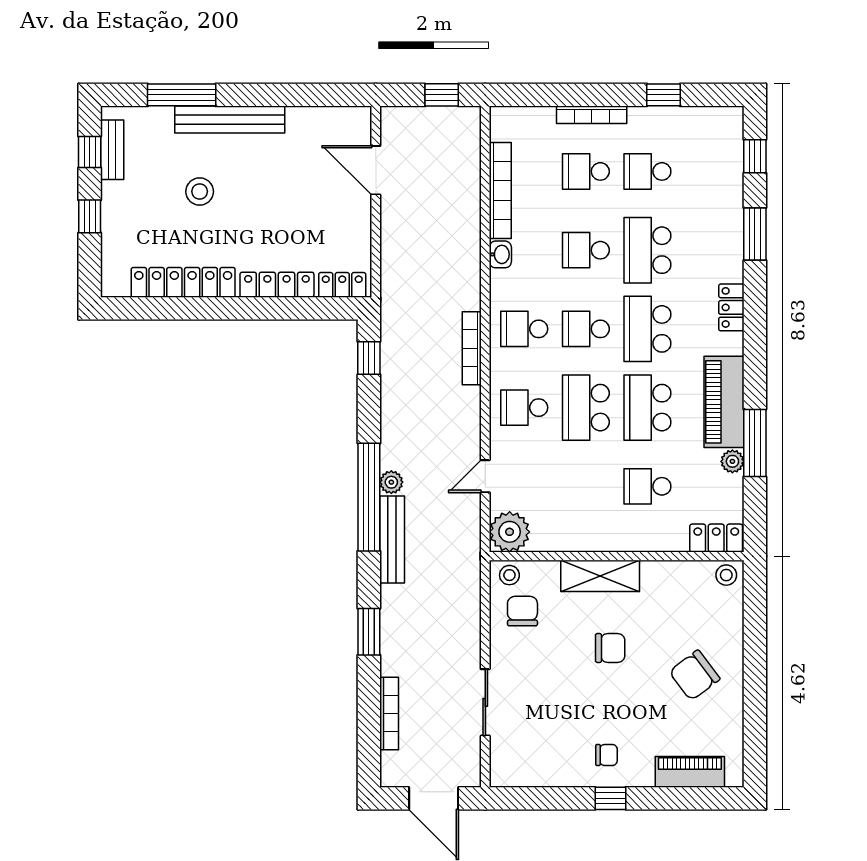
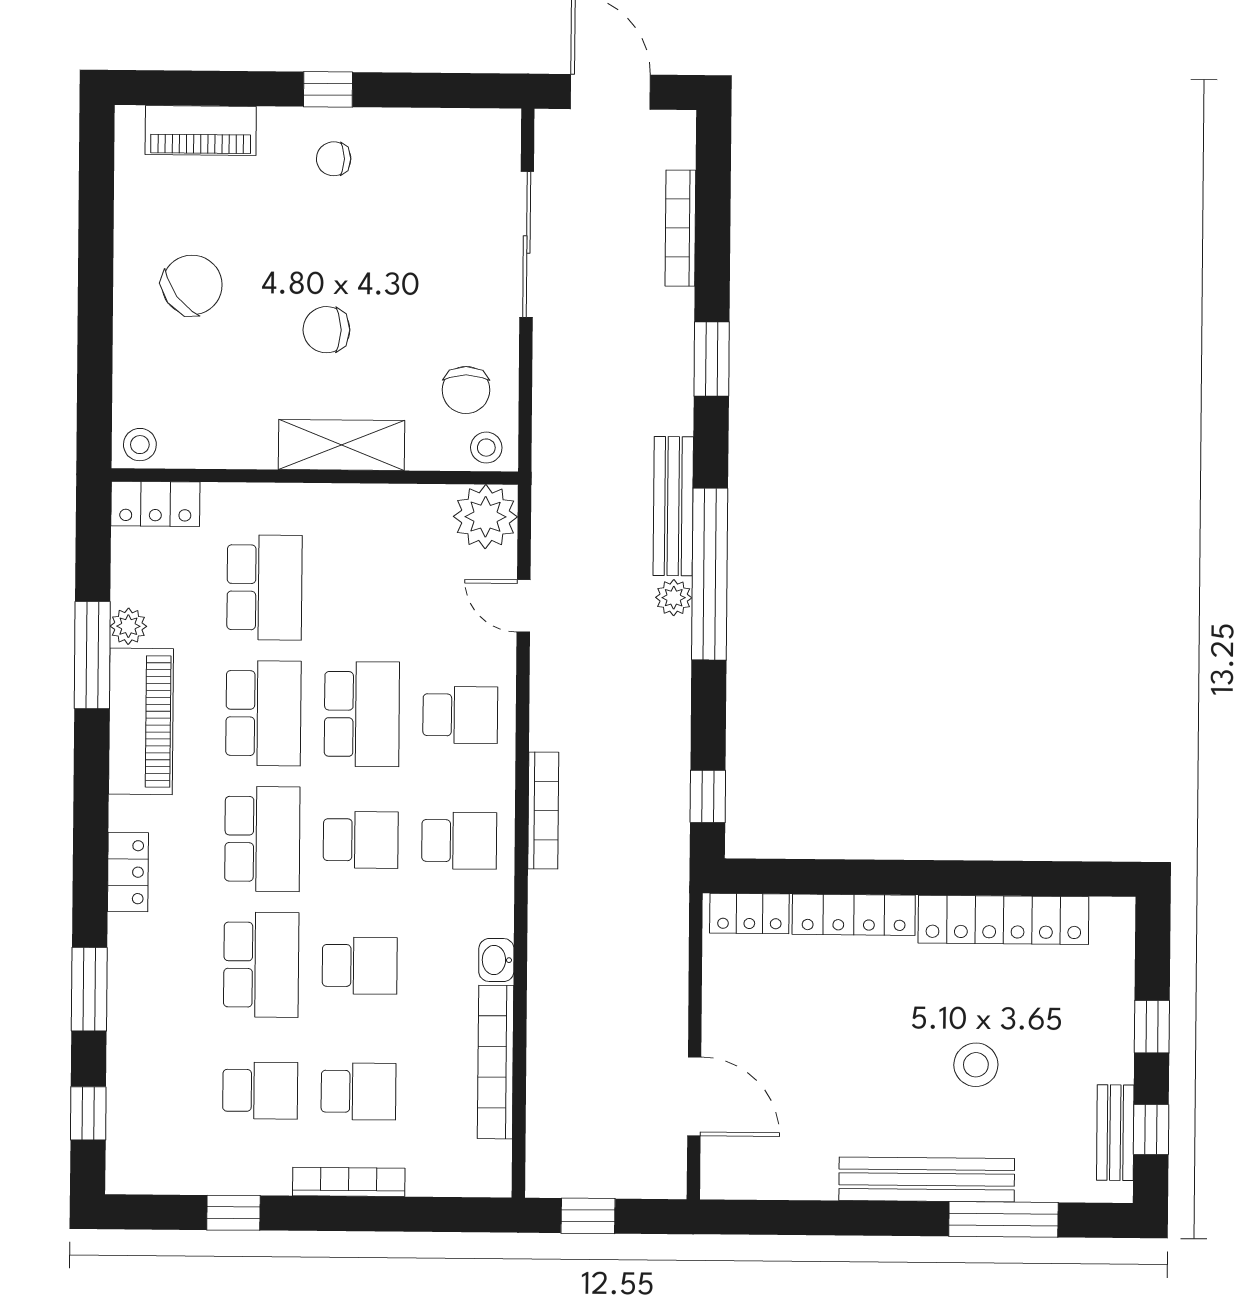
door: (485, 476) -> (524, 606), swing flipped
school desk: (647, 486) -> (265, 587), width x1.85
sliding door: (485, 702) -> (527, 245), width x1.37

